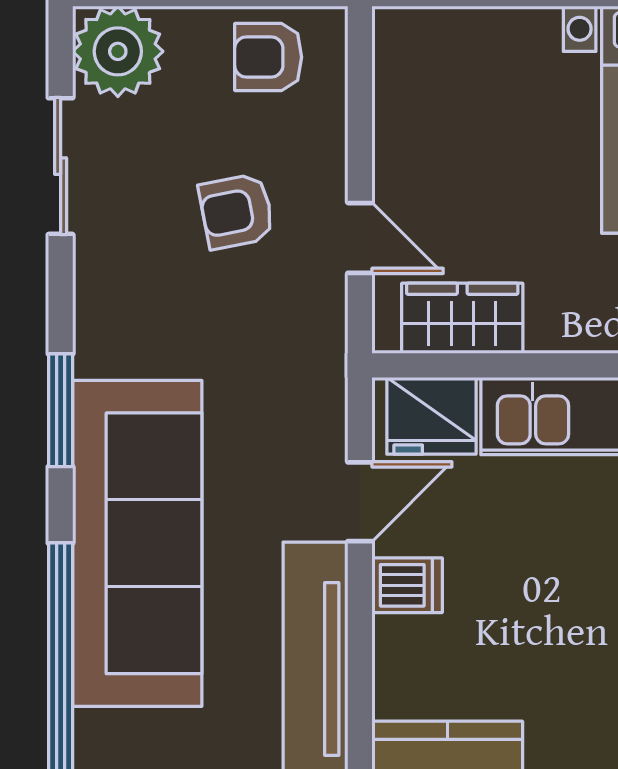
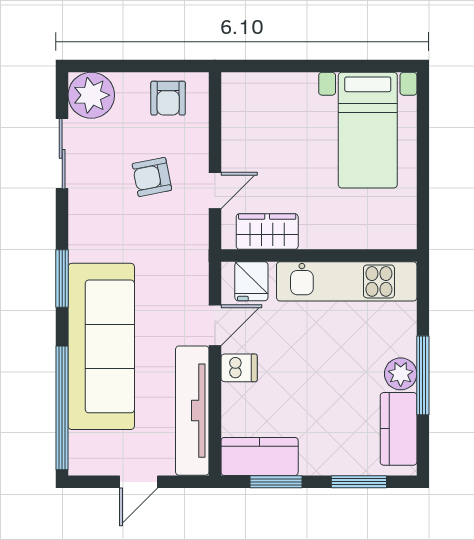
armchair: (268, 57) -> (168, 98), turned -90
door: (360, 238) -> (215, 190), hinge flipped
fridge: (431, 416) -> (251, 281), width x0.72

